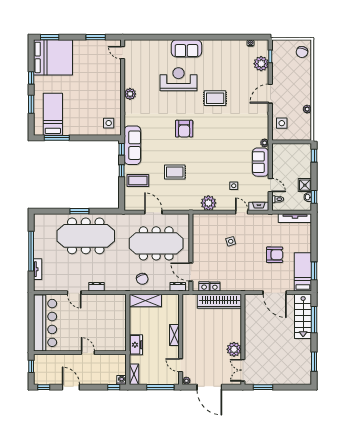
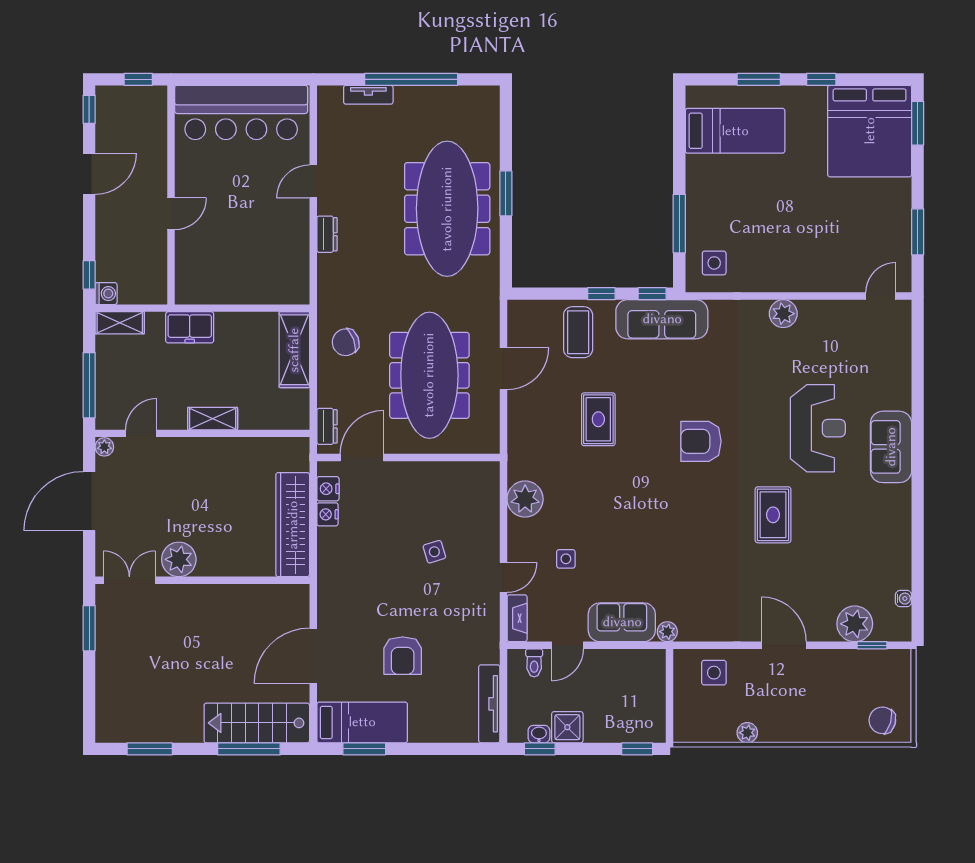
window: (57, 138) -> (679, 224), moved

